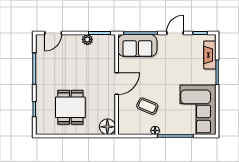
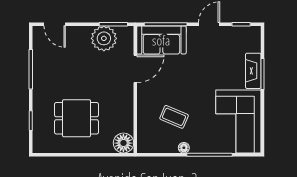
door: (53, 33) -> (55, 24), hinge flipped
plant: (87, 40) -> (104, 38), width x1.88, depth x1.88
fireplace: (210, 55) -> (253, 71), moved
door: (117, 84) -> (135, 69), moved
dining table: (70, 107) -> (77, 118), turned 90

